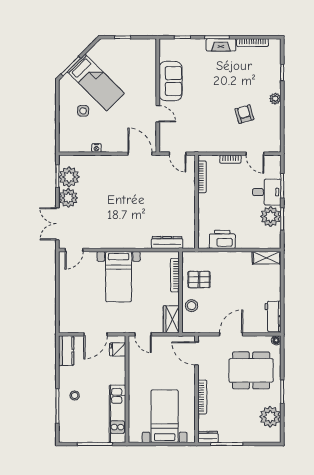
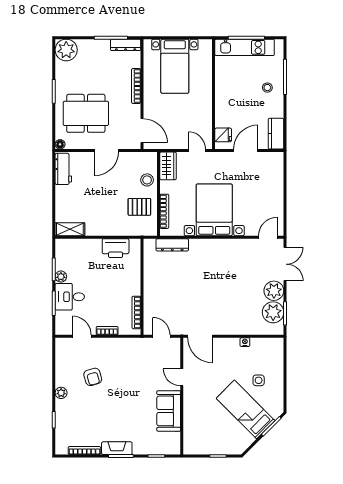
plant: (271, 217) -> (61, 277), width x0.53, depth x0.53
bed with nightstands: (119, 277) -> (214, 210), width x1.36
kitchen unit: (117, 414) -> (245, 47), moved, turned 90
plant: (270, 417) -> (66, 50), moved
dresser: (208, 437) -> (126, 45), width x1.44

